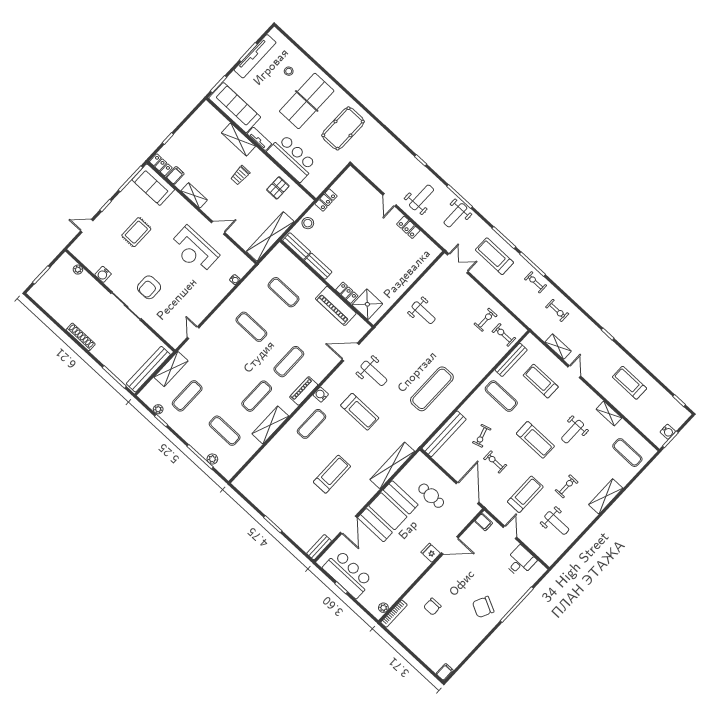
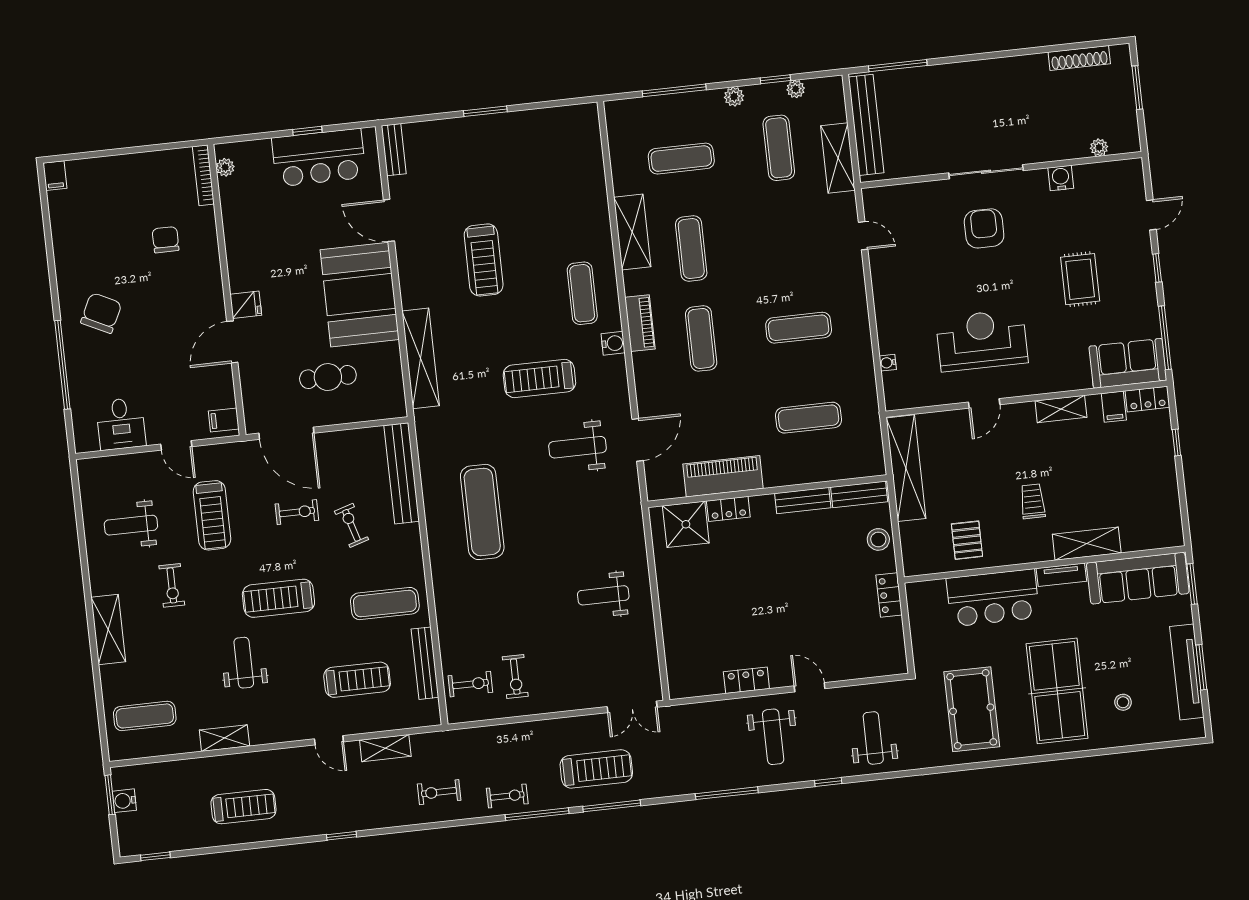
weight bench: (455, 215) -> (873, 738), moved
shoe rack: (81, 337) -> (1079, 58), moved
plant: (212, 459) -> (734, 97), moved

